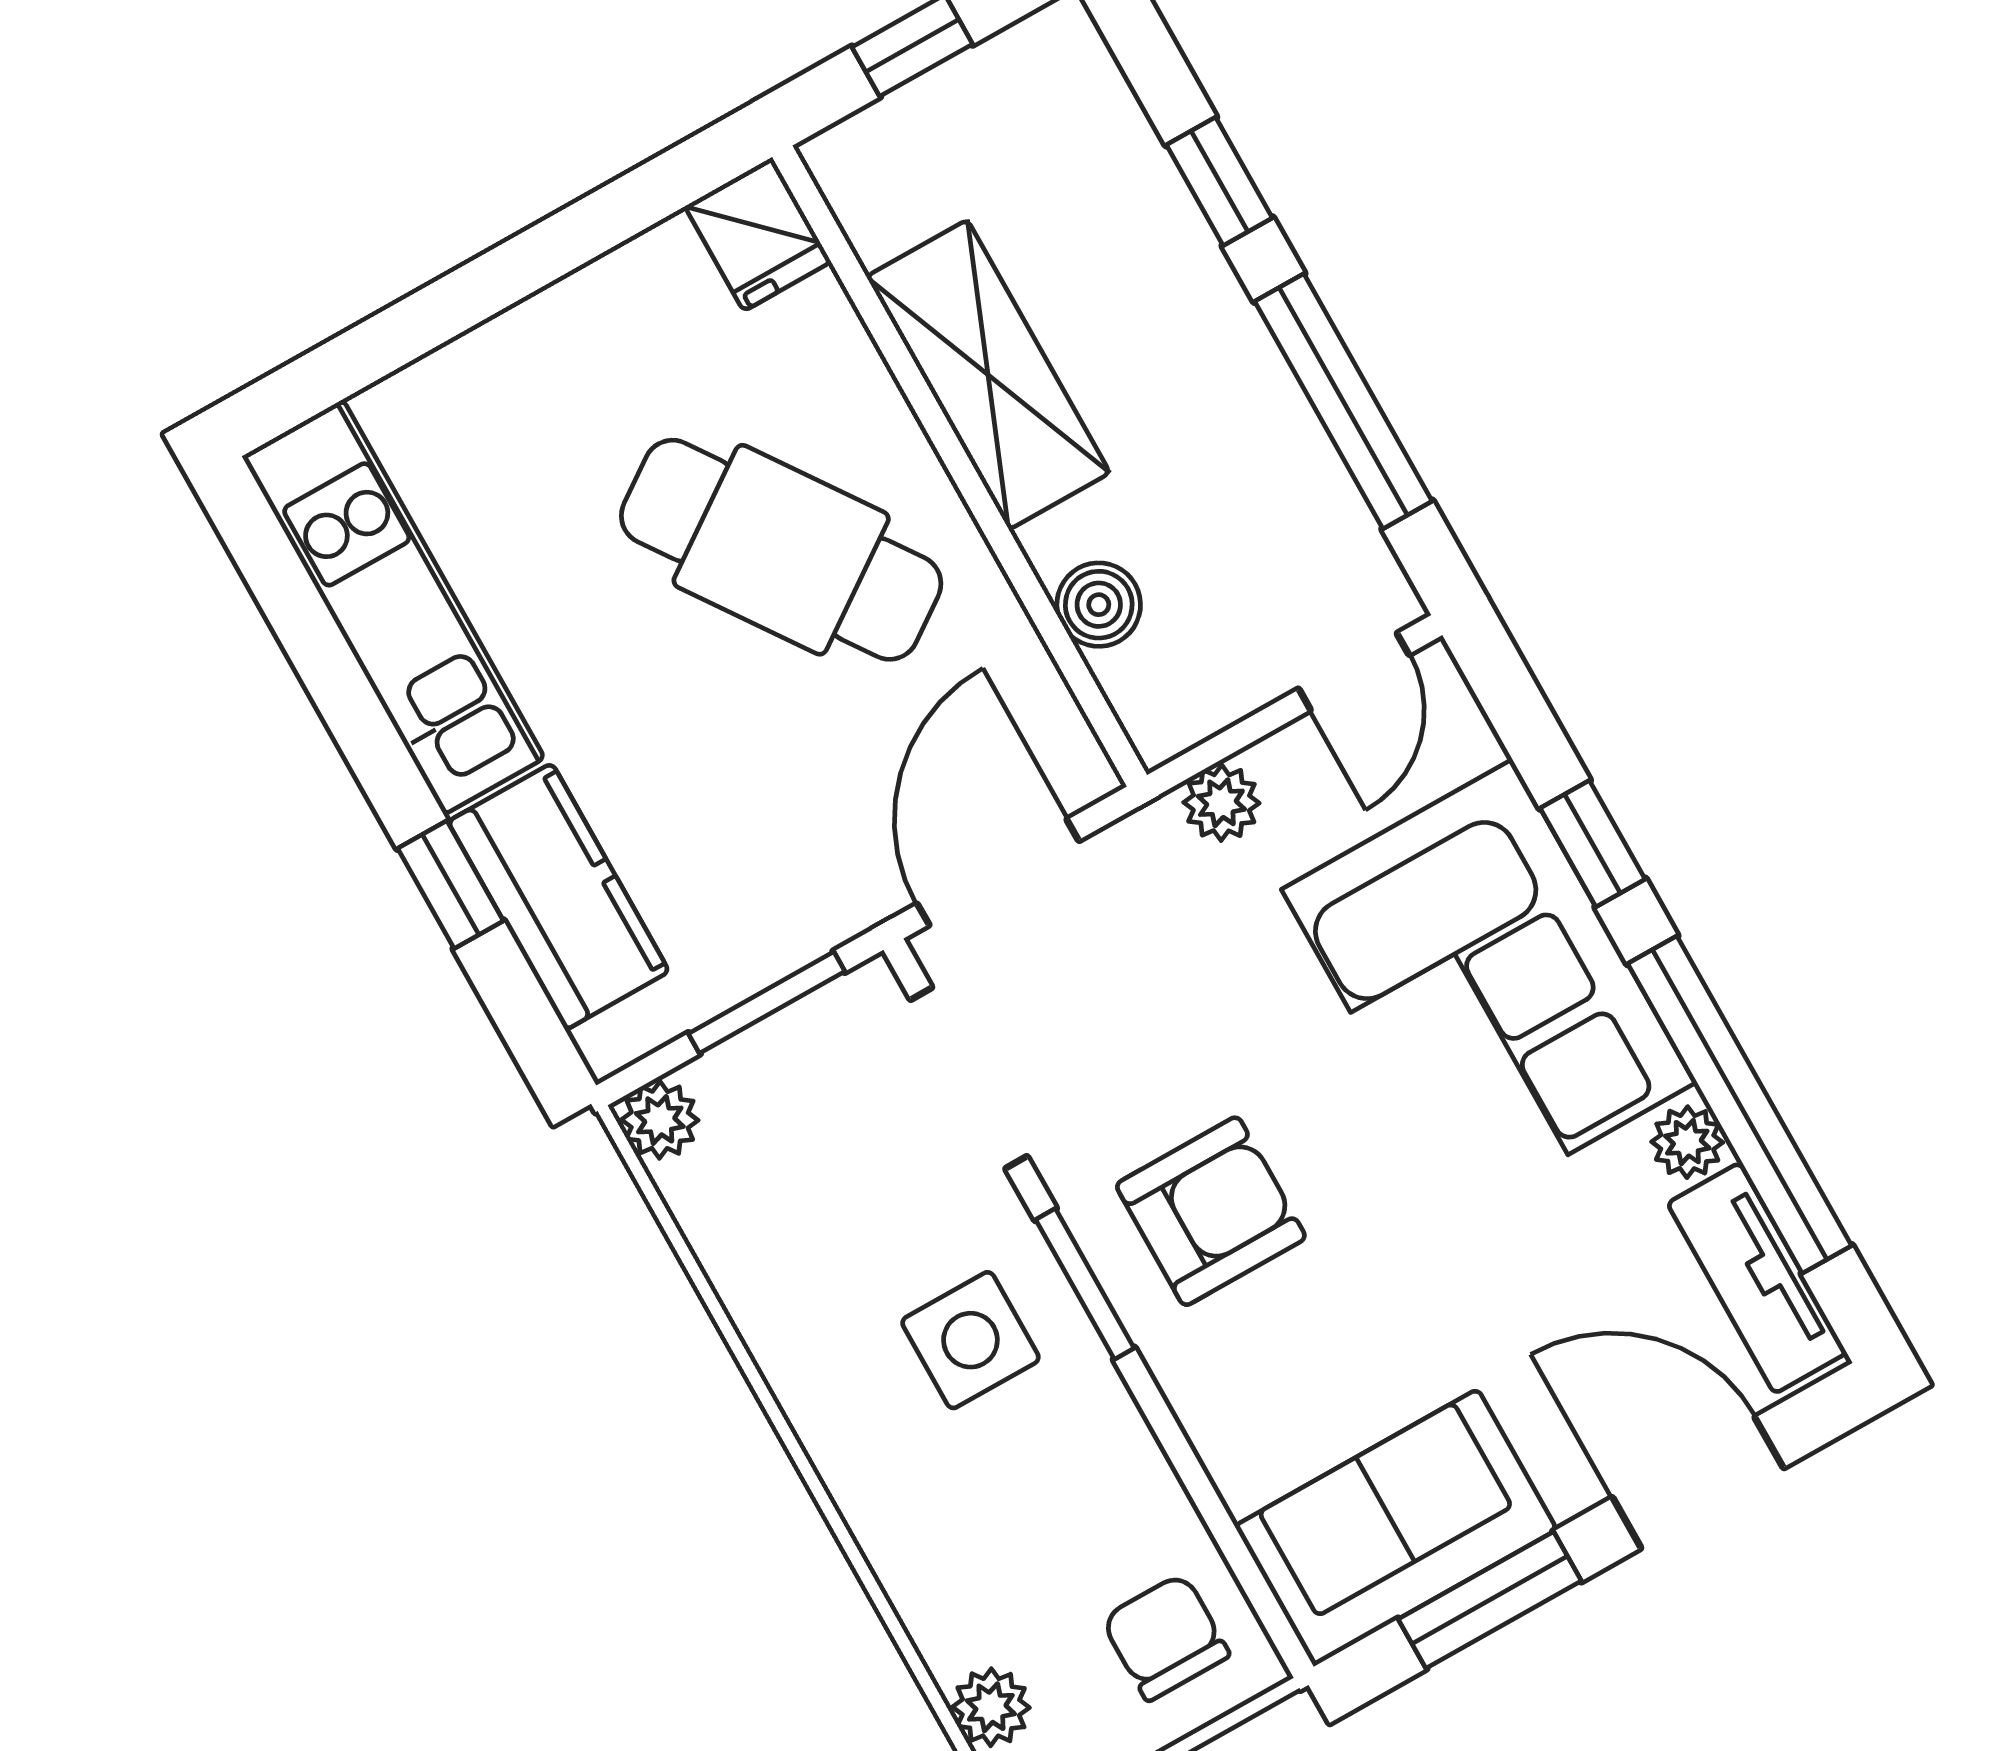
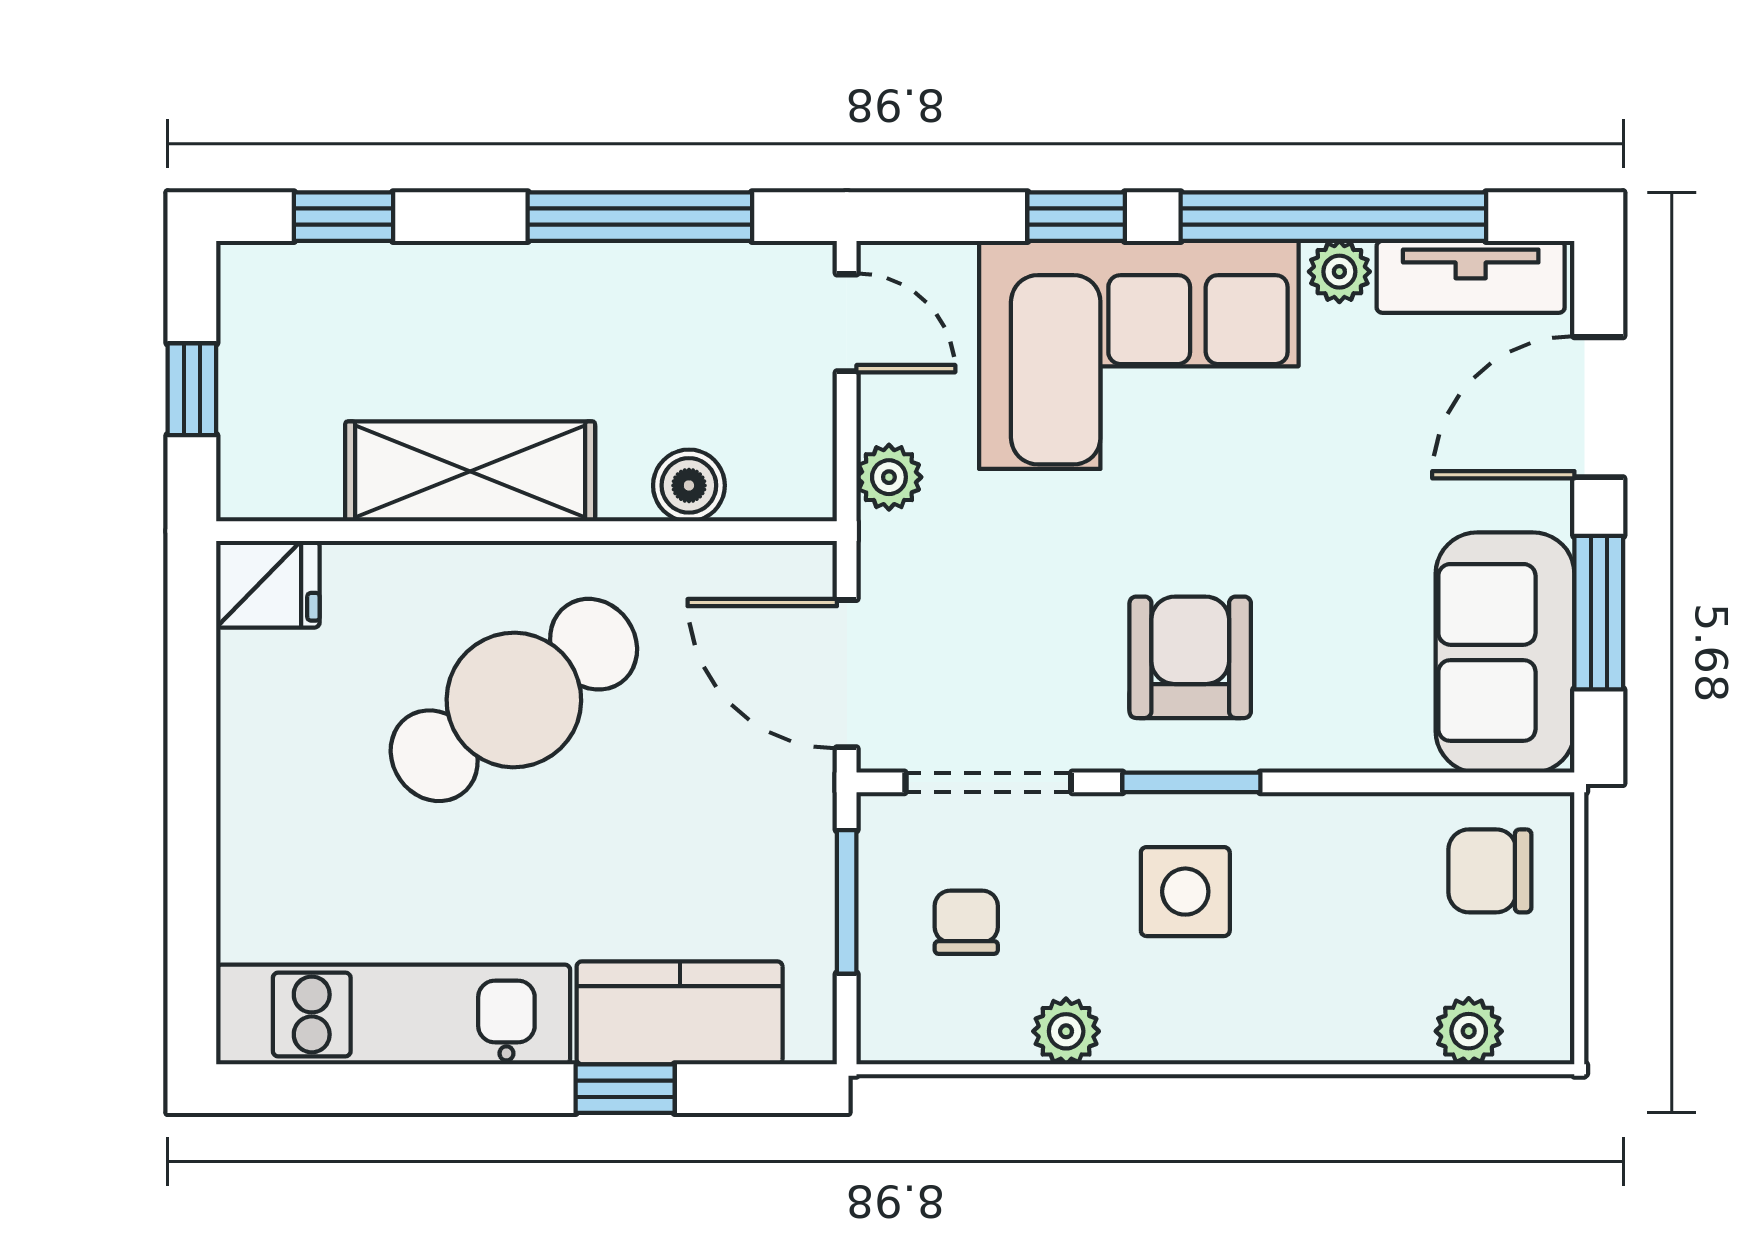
window: (1219, 181) -> (344, 217), moved
plant: (660, 1120) -> (1066, 1031), moved
chair: (814, 1135) -> (966, 922), added

